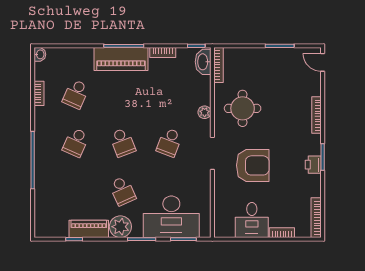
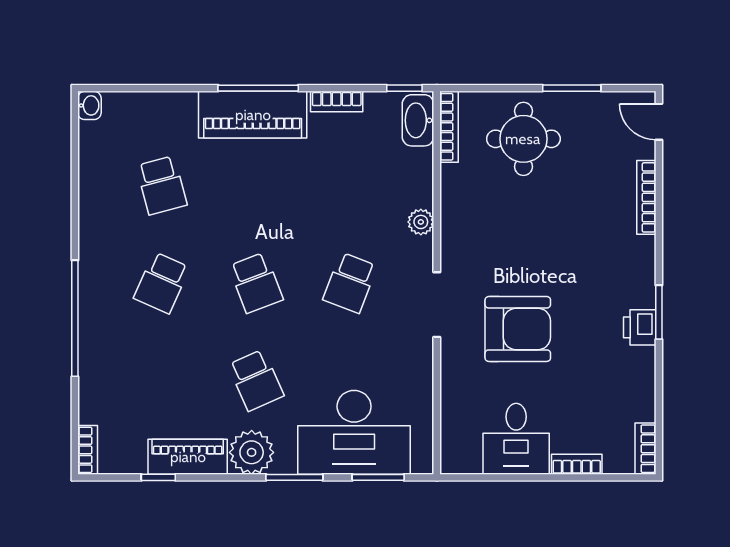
bookcase: (39, 93) -> (88, 450), moved
school desk: (76, 94) -> (162, 185), turned -39
round table: (243, 108) -> (523, 139), moved
bookcase: (317, 115) -> (646, 197), moved
bookcase: (316, 218) -> (645, 449), width x0.64

